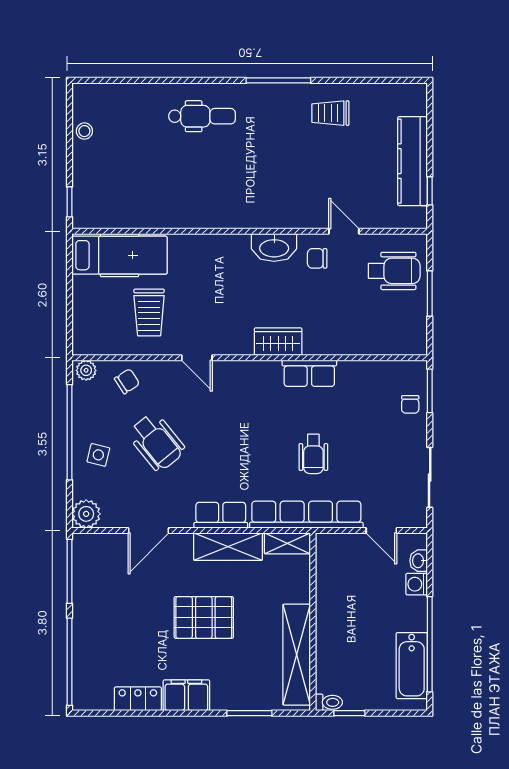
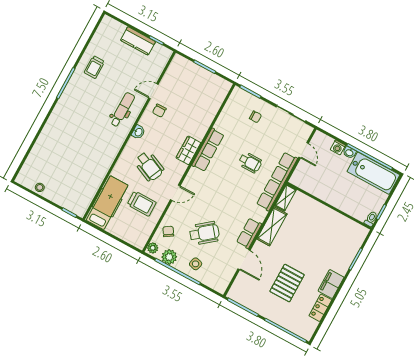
dental chair: (202, 116) -> (122, 110), moved
kitchen counter: (412, 161) -> (138, 41), width x0.67
washbasin: (274, 247) -> (138, 132), width x0.52, depth x0.69
wheelchair: (394, 271) -> (149, 166), moved, turned 114
row of seats: (309, 373) -> (208, 150), width x1.48
chair: (410, 404) -> (255, 117), moved
plant: (86, 514) -> (169, 257), moved
row of seats: (221, 515) -> (249, 233), moved
door: (381, 531) -> (304, 150), hinge flipped
washbasin: (419, 561) -> (349, 153), moved
pallet: (204, 617) -> (287, 283), moved
shelving: (297, 655) -> (340, 222), removed
bathtub: (412, 666) -> (373, 173), width x1.36, depth x1.36

